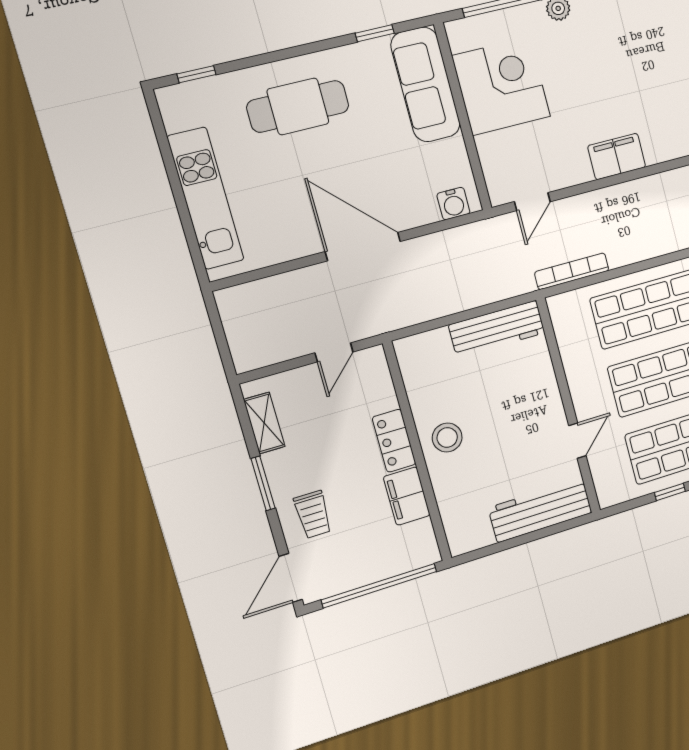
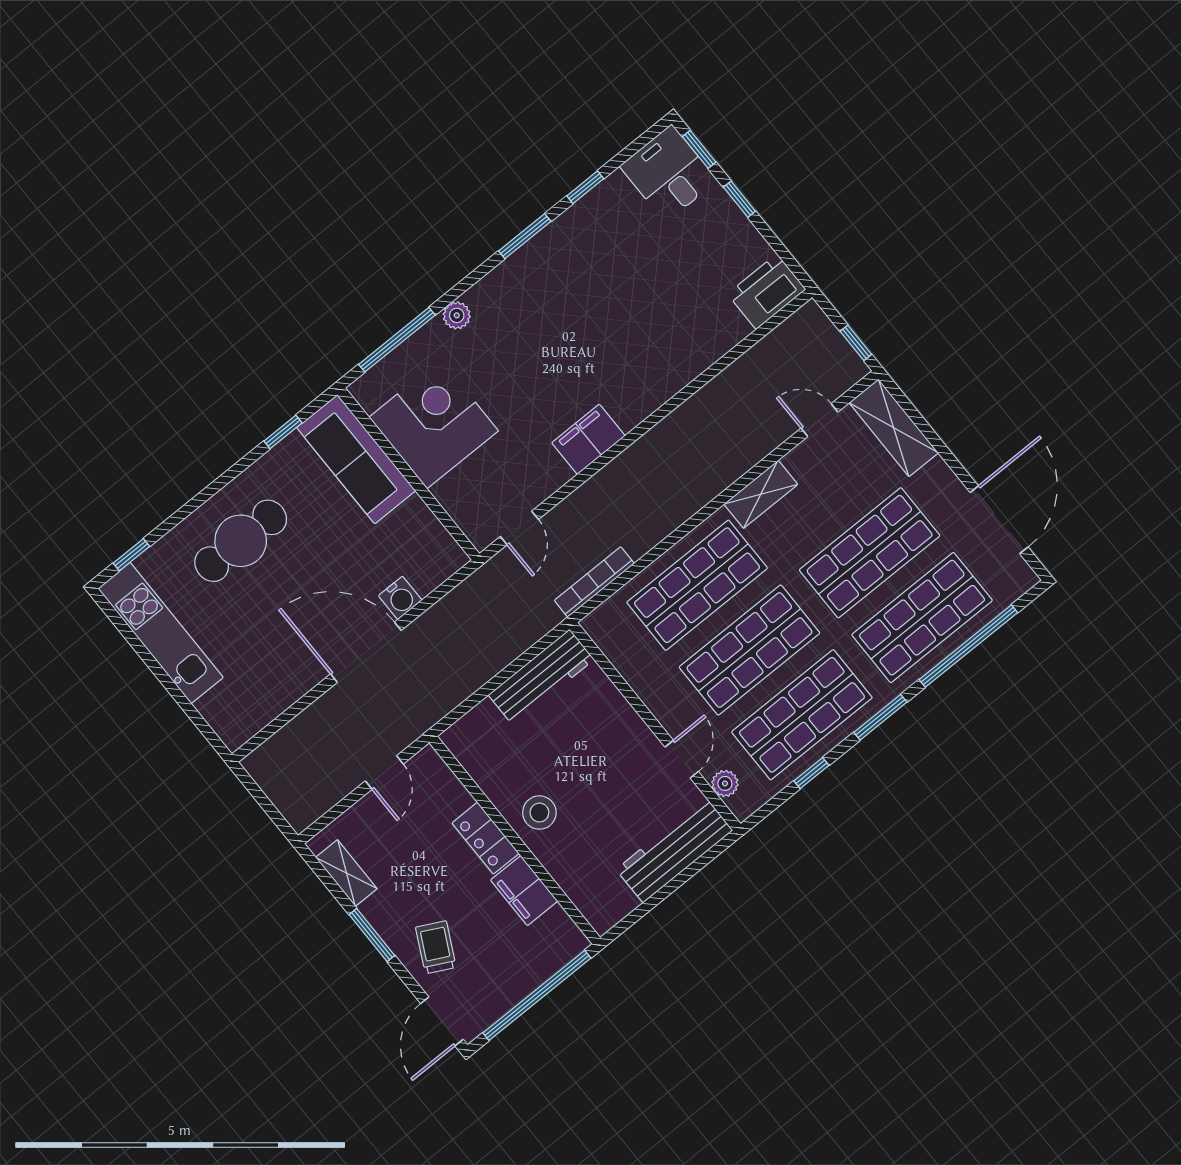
kitchen unit: (206, 198) -> (161, 633), moved
water cooler: (453, 204) -> (400, 598), moved
plant: (602, 473) -> (725, 783), added
trolley: (313, 514) -> (436, 947), turned -153

